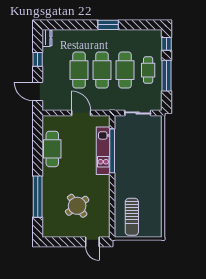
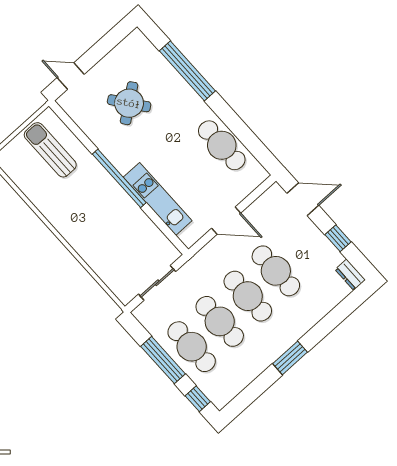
cafe table: (148, 70) -> (192, 347), width x1.37, depth x1.35
window: (112, 151) -> (119, 178), moved

